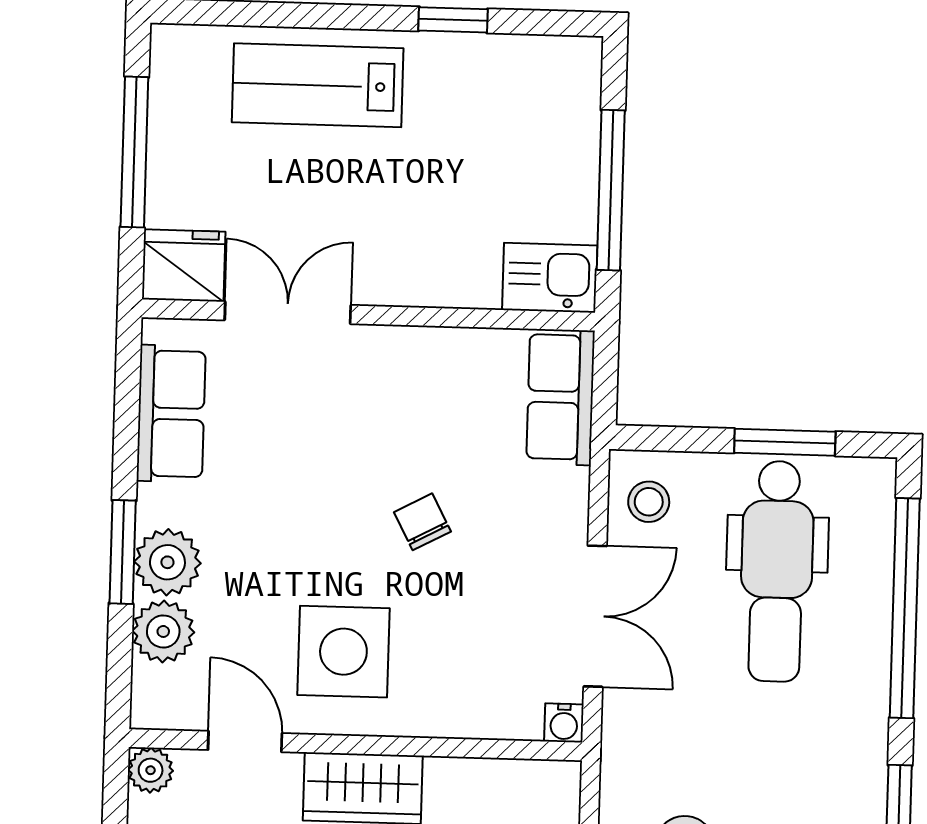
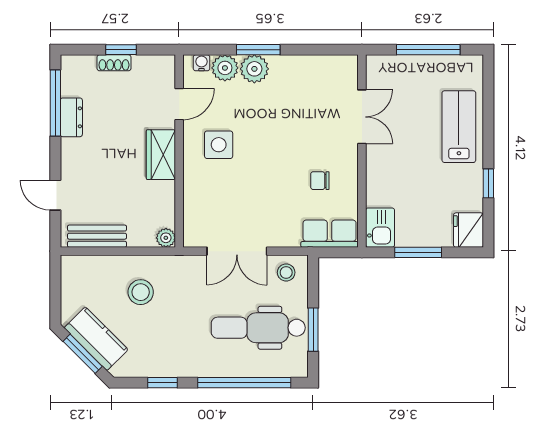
window: (611, 190) -> (418, 252), width x0.69
fridge: (184, 266) -> (468, 230), moved, turned 180
row of seats: (171, 414) -> (318, 69), removed
chair: (422, 522) -> (320, 181), moved, turned -152
side table: (343, 652) -> (219, 145), width x0.73, depth x0.73
water cooler: (564, 723) -> (202, 63), moved, turned 90
plant: (151, 770) -> (166, 238), moved

